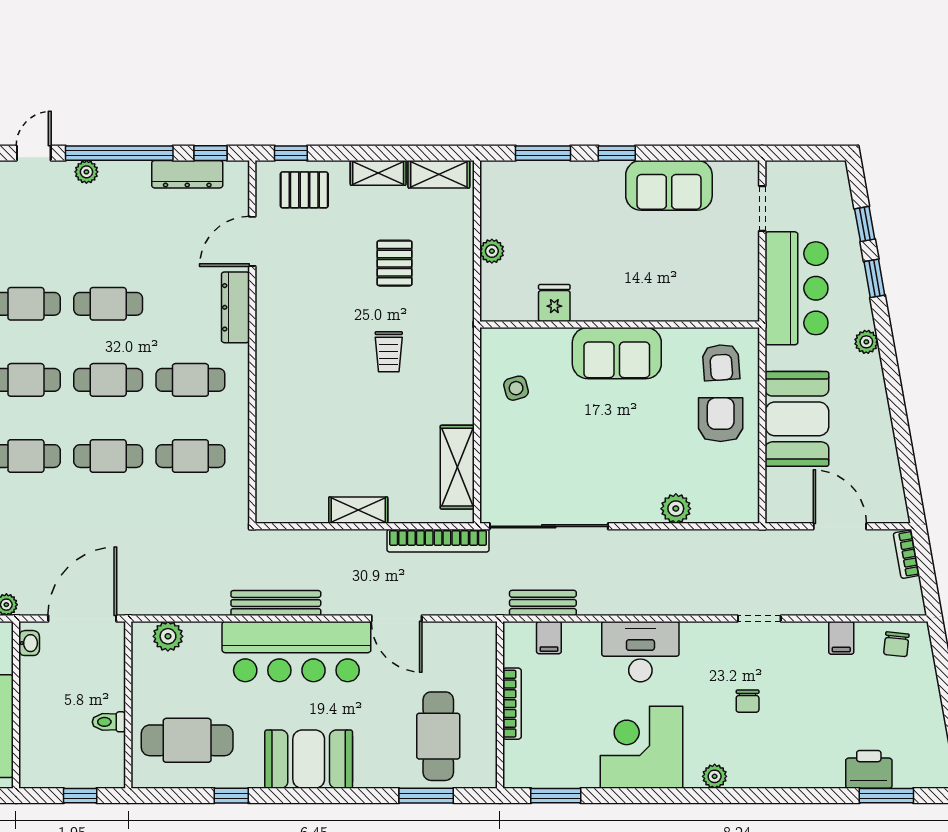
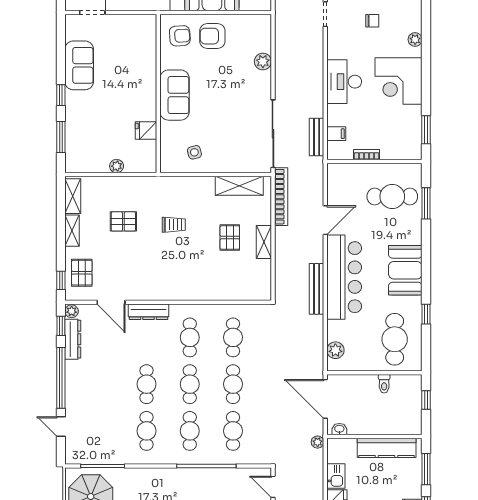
plant: (86, 172) -> (72, 311), moved
pallet: (366, 450) -> (230, 238), added
bookcase: (512, 704) -> (366, 155), width x0.64

